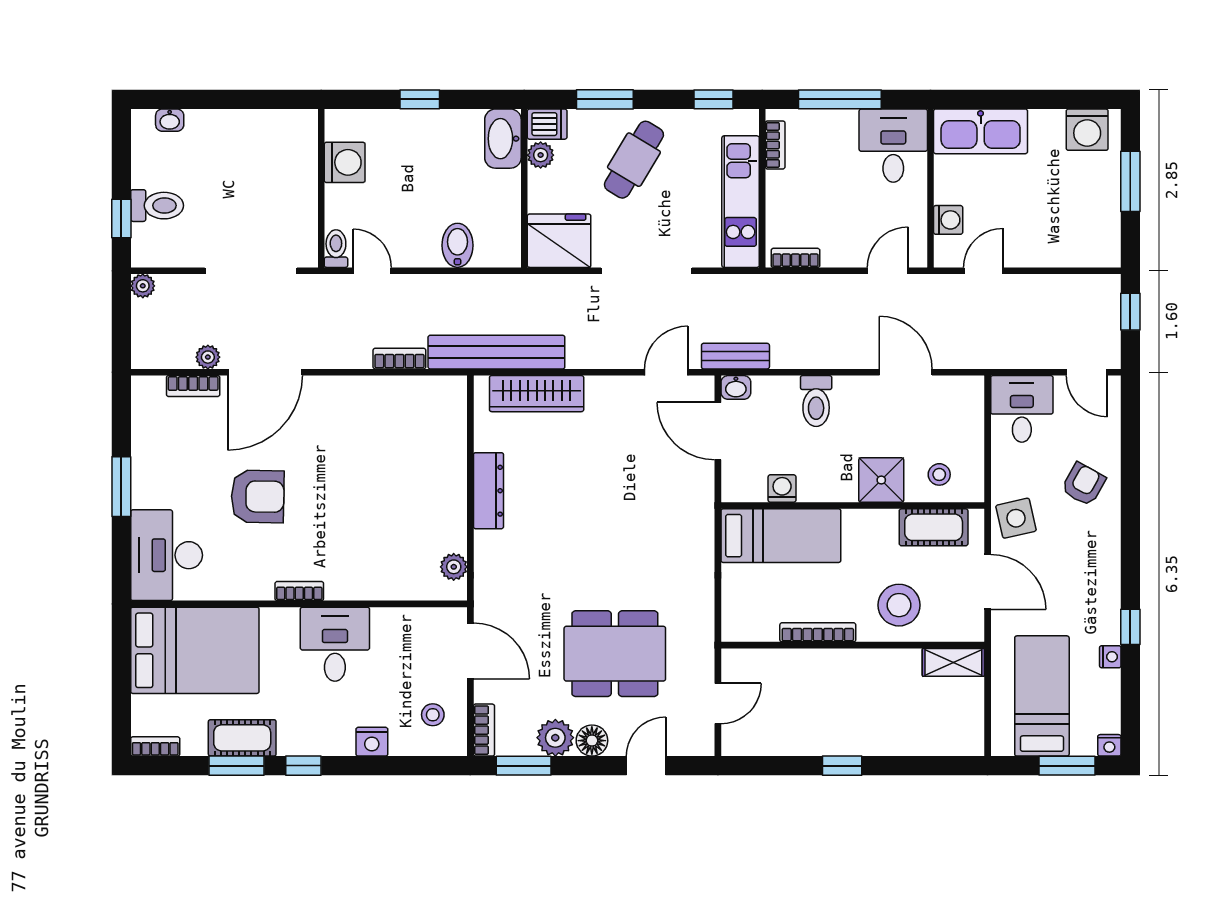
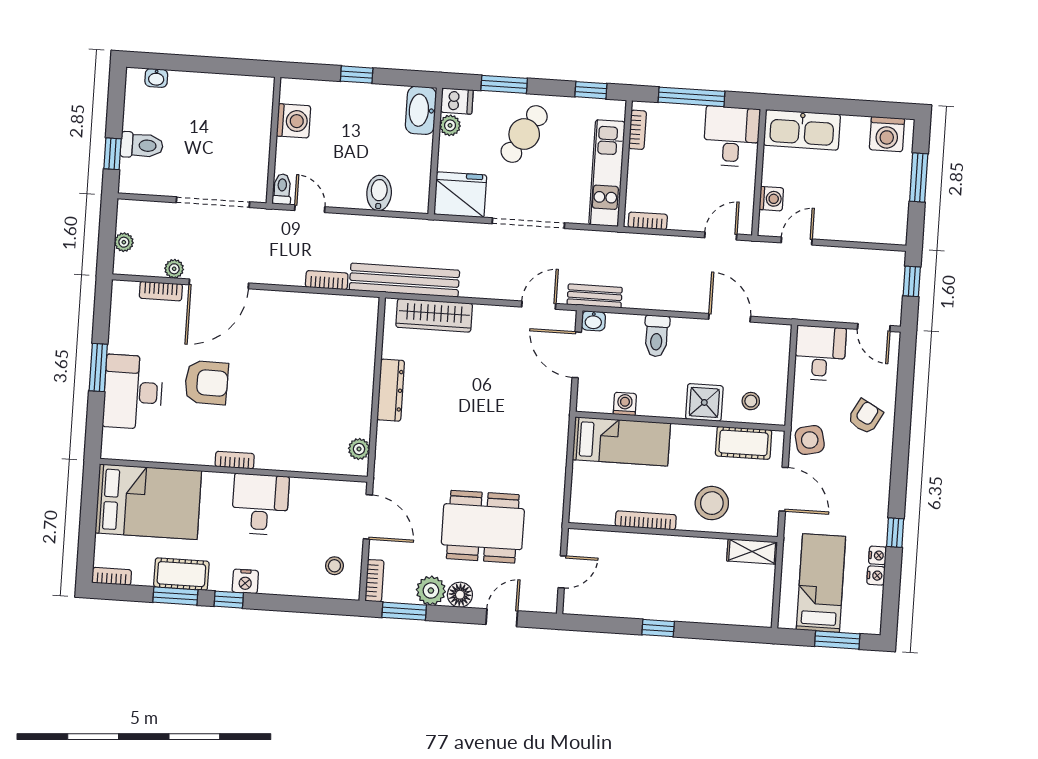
plant: (143, 286) -> (124, 242), moved
desk: (167, 555) -> (133, 392), moved
nightstand: (372, 742) -> (245, 581), moved
nightstand: (1109, 745) -> (876, 576), moved, turned -90

